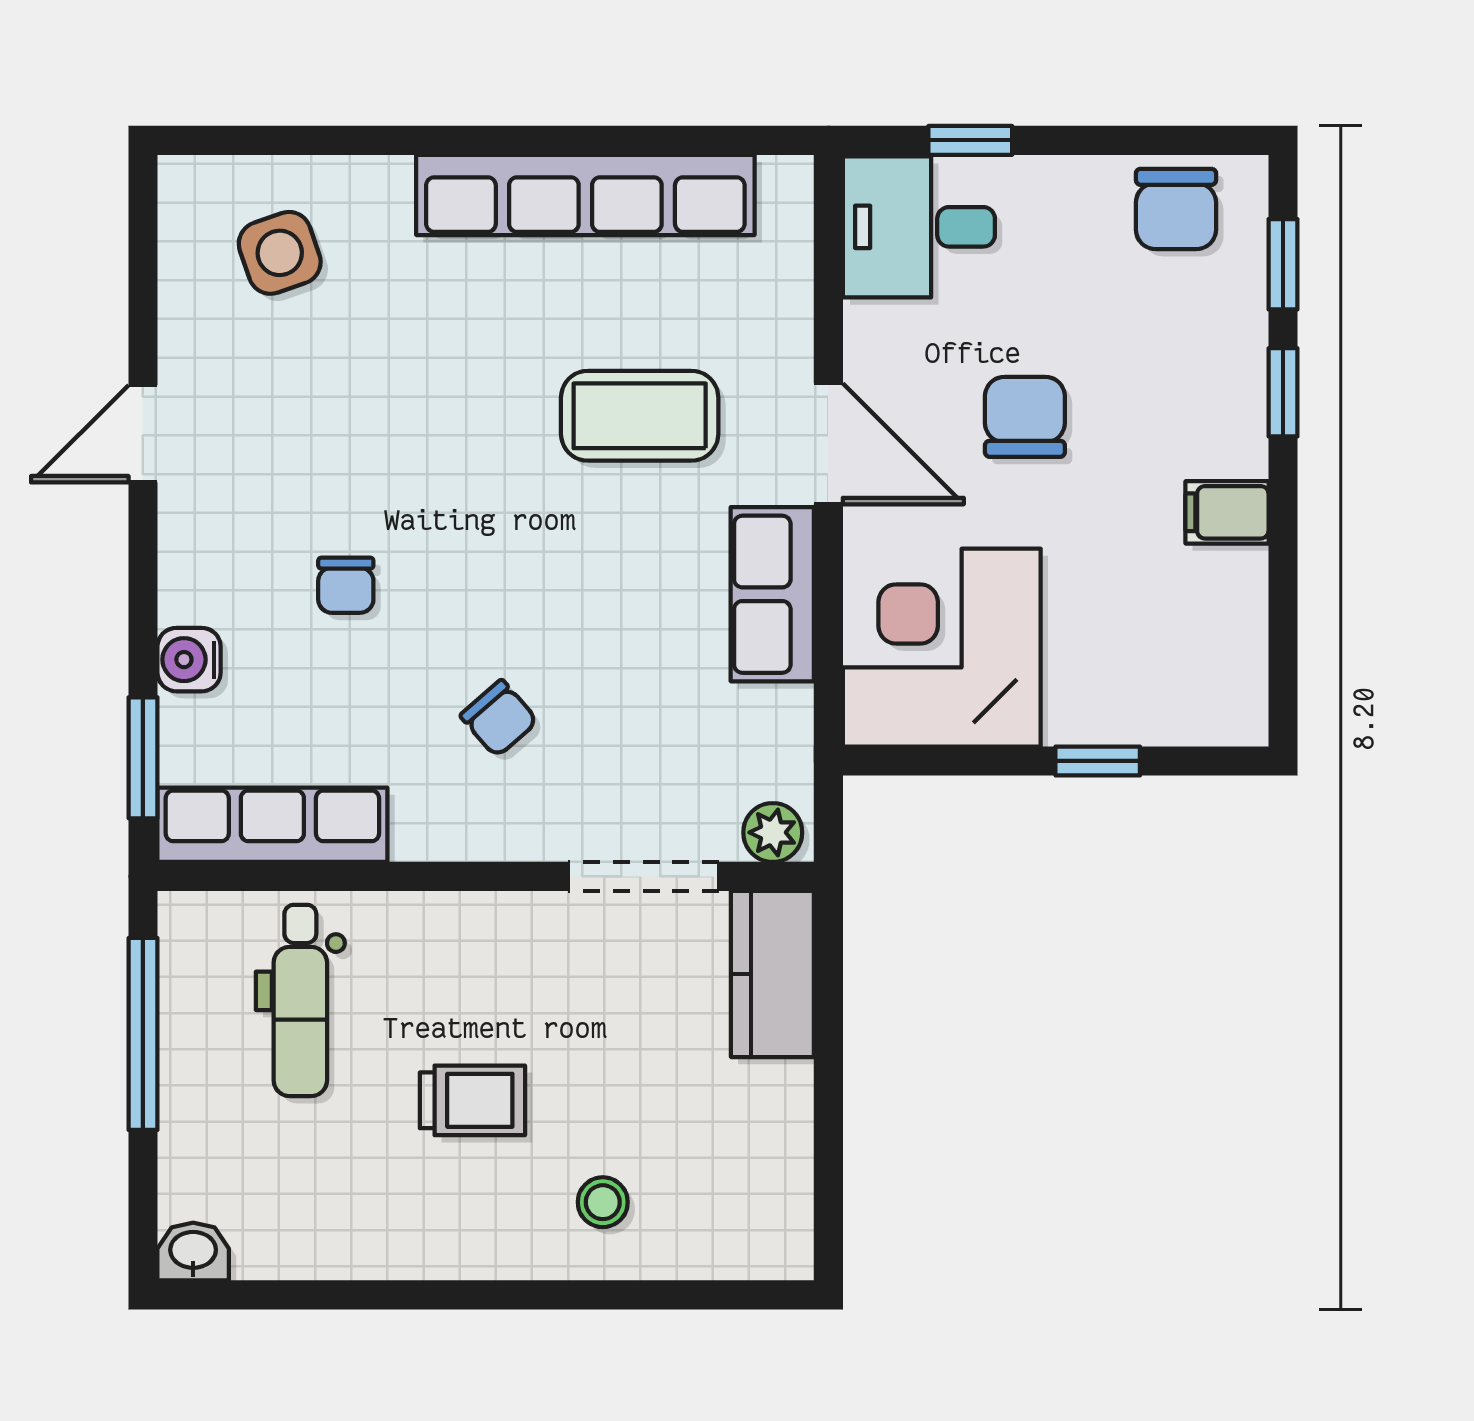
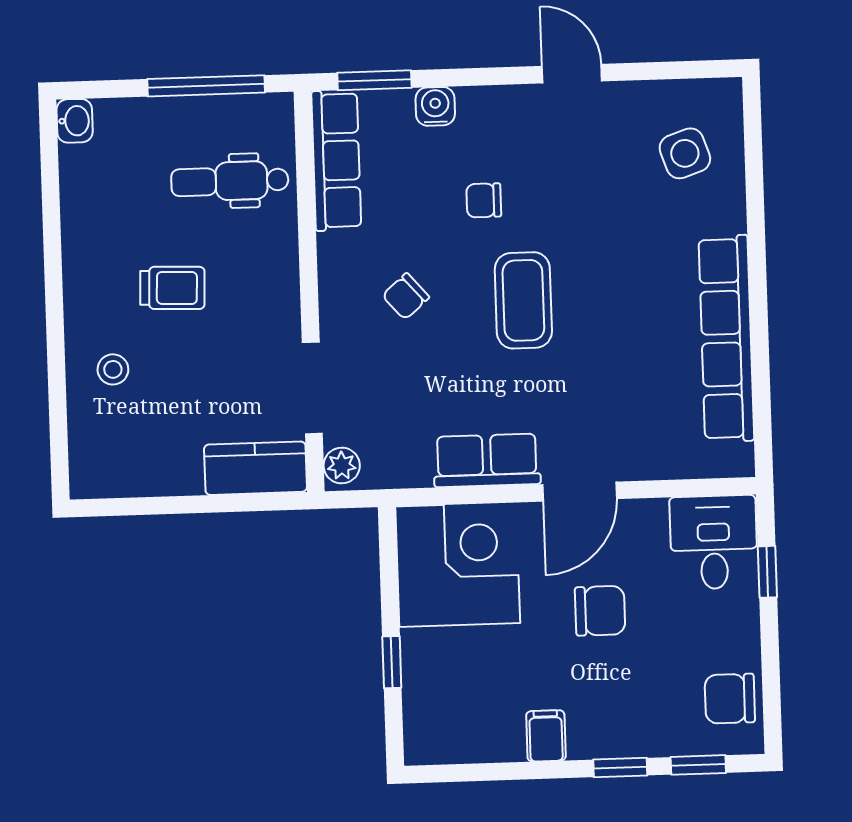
coffee table: (640, 416) -> (523, 300), moved
trolley: (472, 1100) -> (172, 288), turned -88

